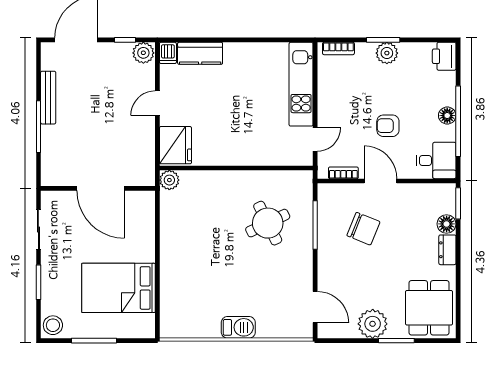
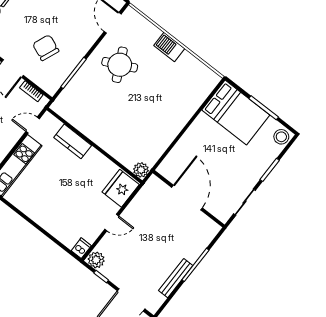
kitchen counter: (200, 53) -> (73, 141), moved, turned 180
round table: (268, 223) -> (120, 65), moved
bed: (118, 288) -> (236, 113), moved

